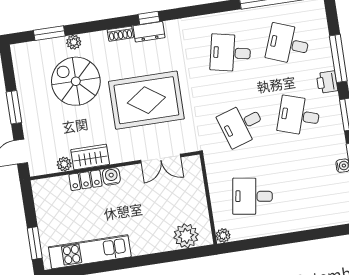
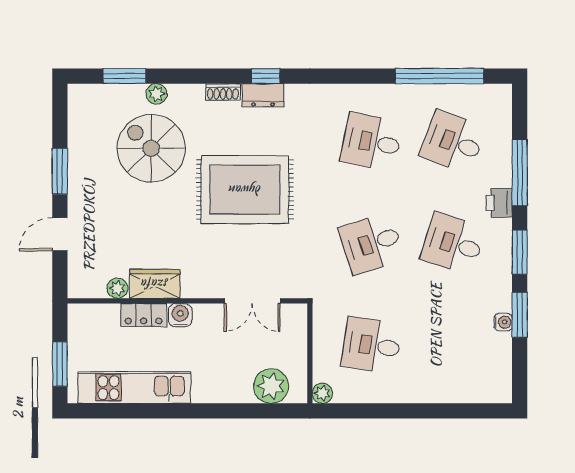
wardrobe: (90, 157) -> (155, 284), moved
double door: (161, 159) -> (252, 301), moved
plant: (64, 164) -> (117, 288), moved
wall: (115, 166) -> (187, 301), moved
water cooler: (111, 176) -> (180, 315), moved
locker: (85, 180) -> (144, 315), moved

